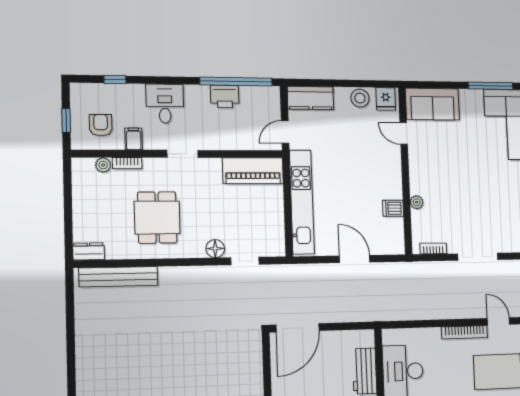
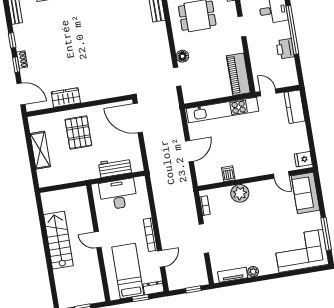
window: (236, 82) -> (292, 30), moved
stool: (360, 98) -> (301, 141), removed
door: (404, 134) -> (281, 175), swing flipped
plant: (417, 202) -> (240, 193), width x1.88, depth x1.88

